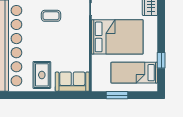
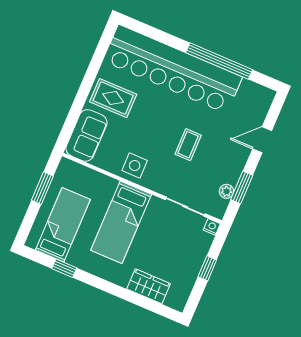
bed: (117, 37) -> (121, 222), width x0.67
side table: (78, 44) -> (135, 166), added

